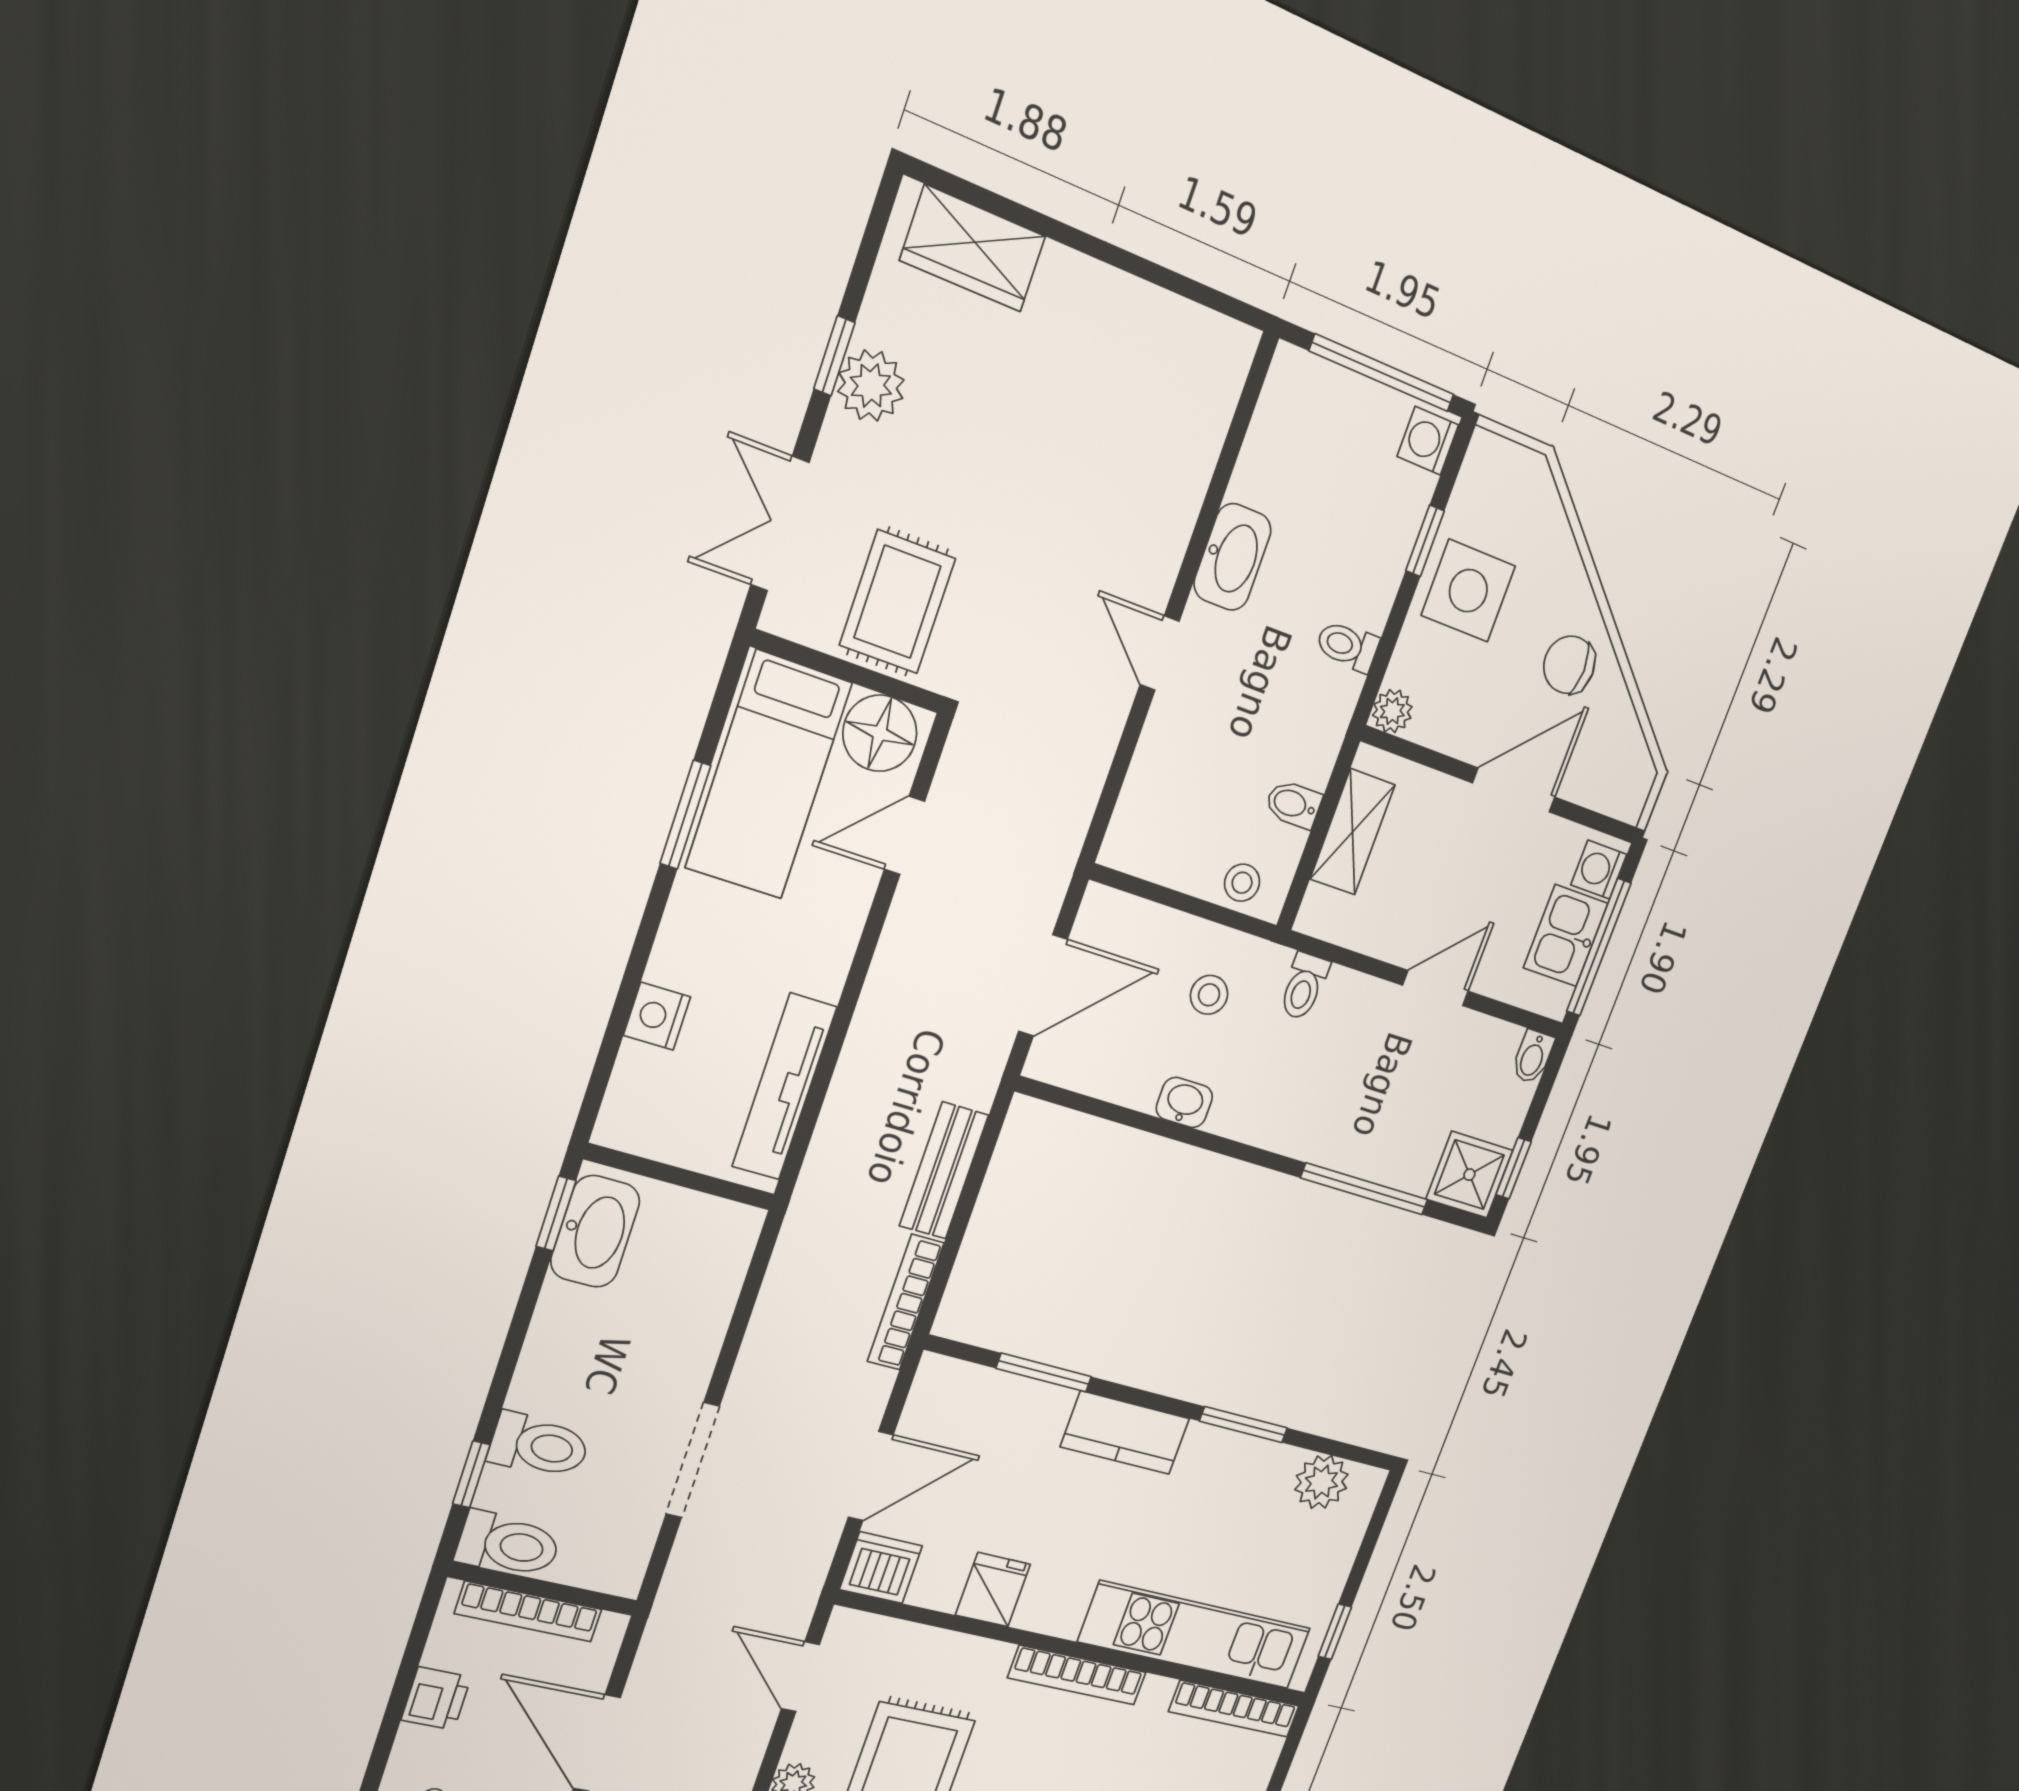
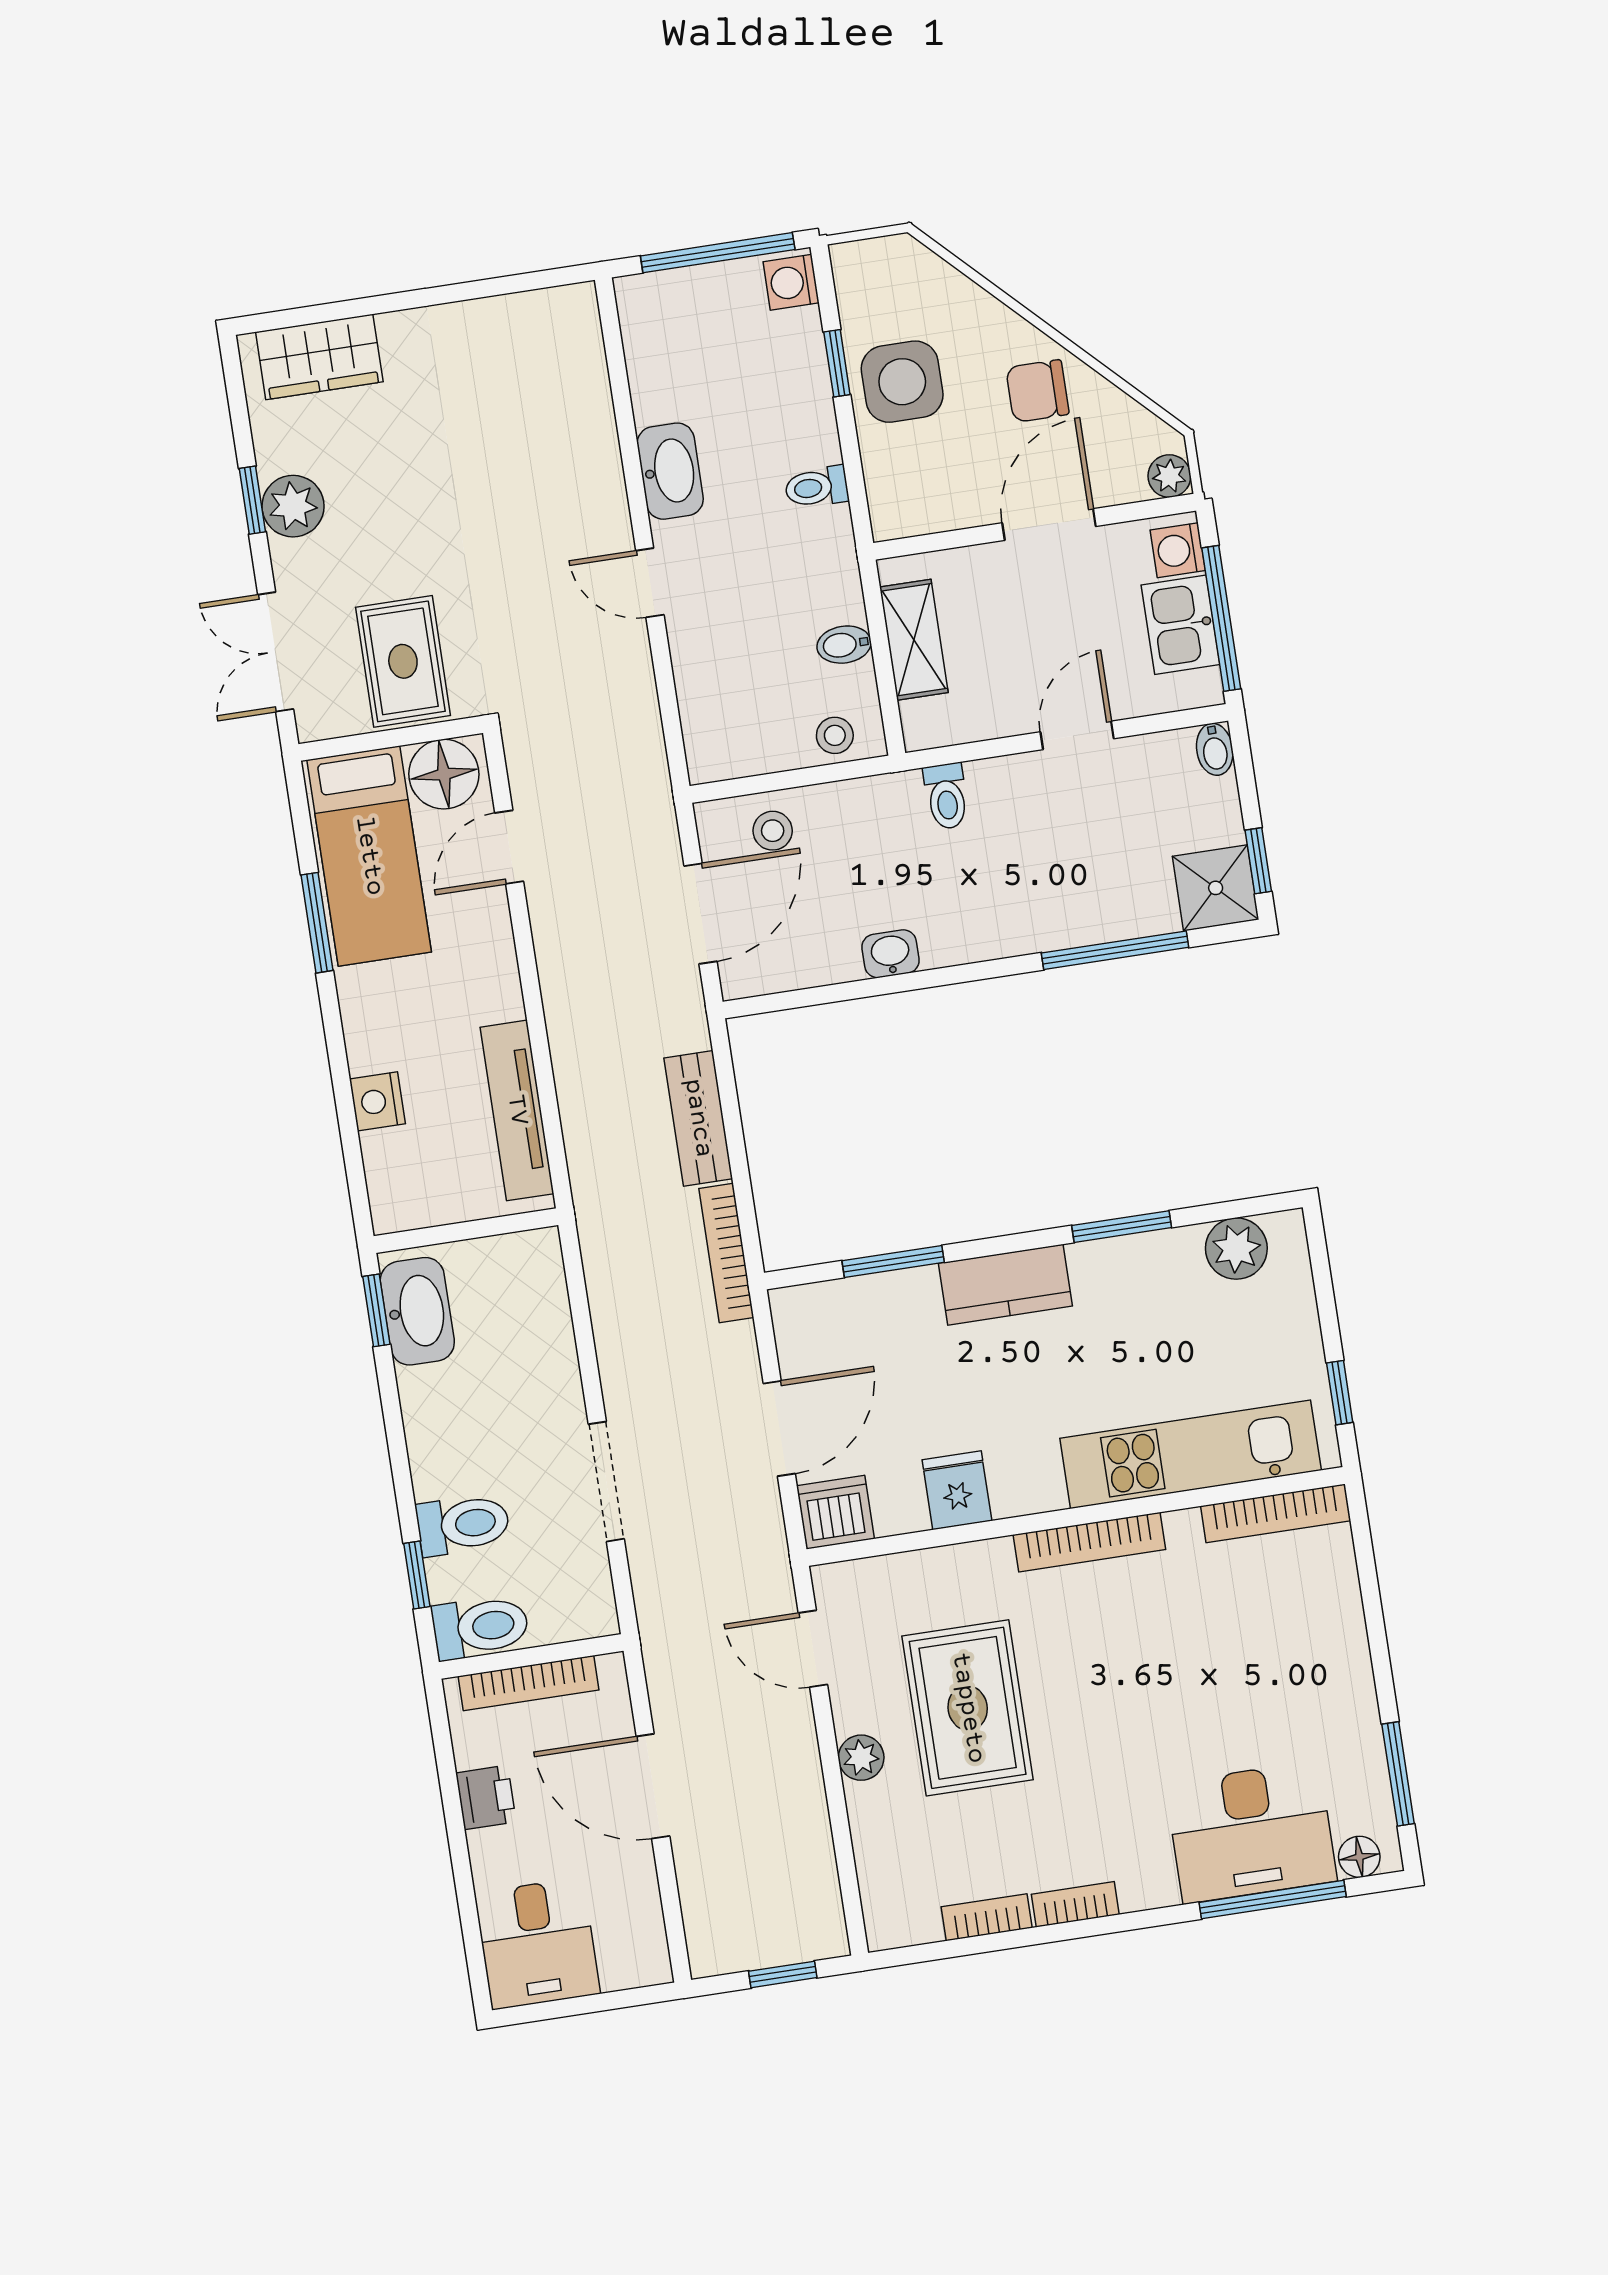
plant: (1392, 711) -> (1169, 476), moved
stool: (1209, 995) -> (773, 831), moved

